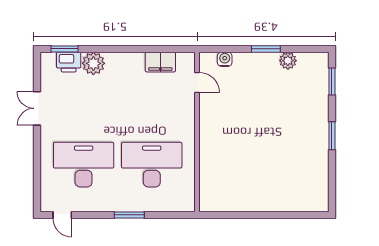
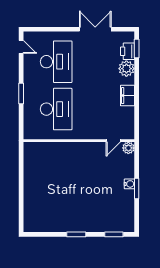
water cooler: (225, 59) -> (129, 184), moved
plant: (288, 61) -> (128, 148), moved
filing cabinet: (160, 62) -> (127, 96), moved
double door: (37, 108) -> (95, 29), width x1.37
door: (62, 215) -> (21, 47), swing flipped

